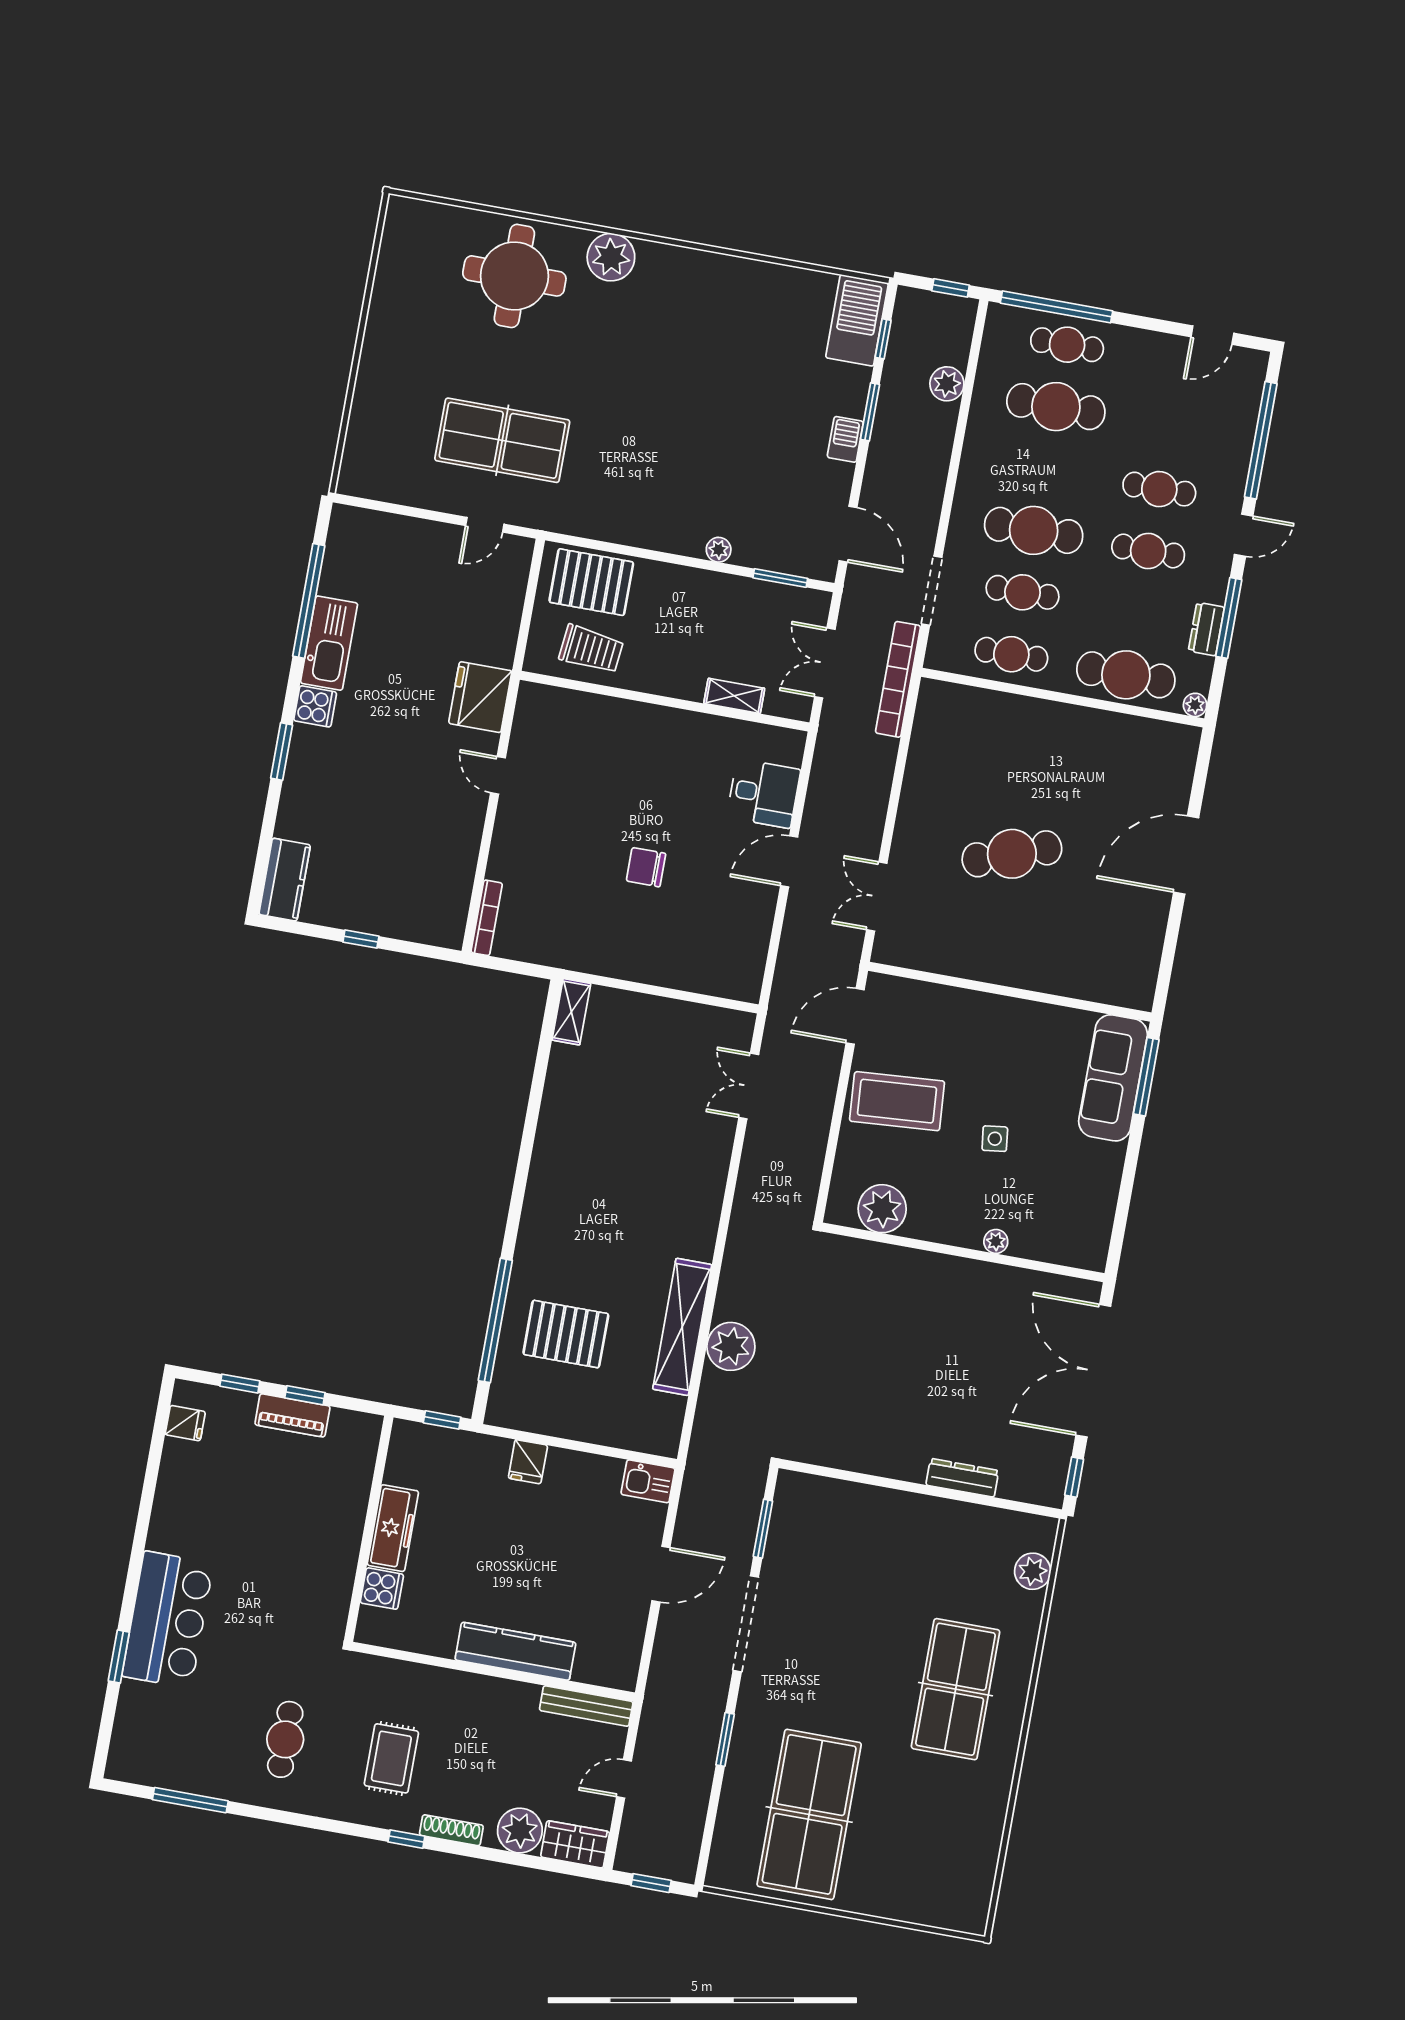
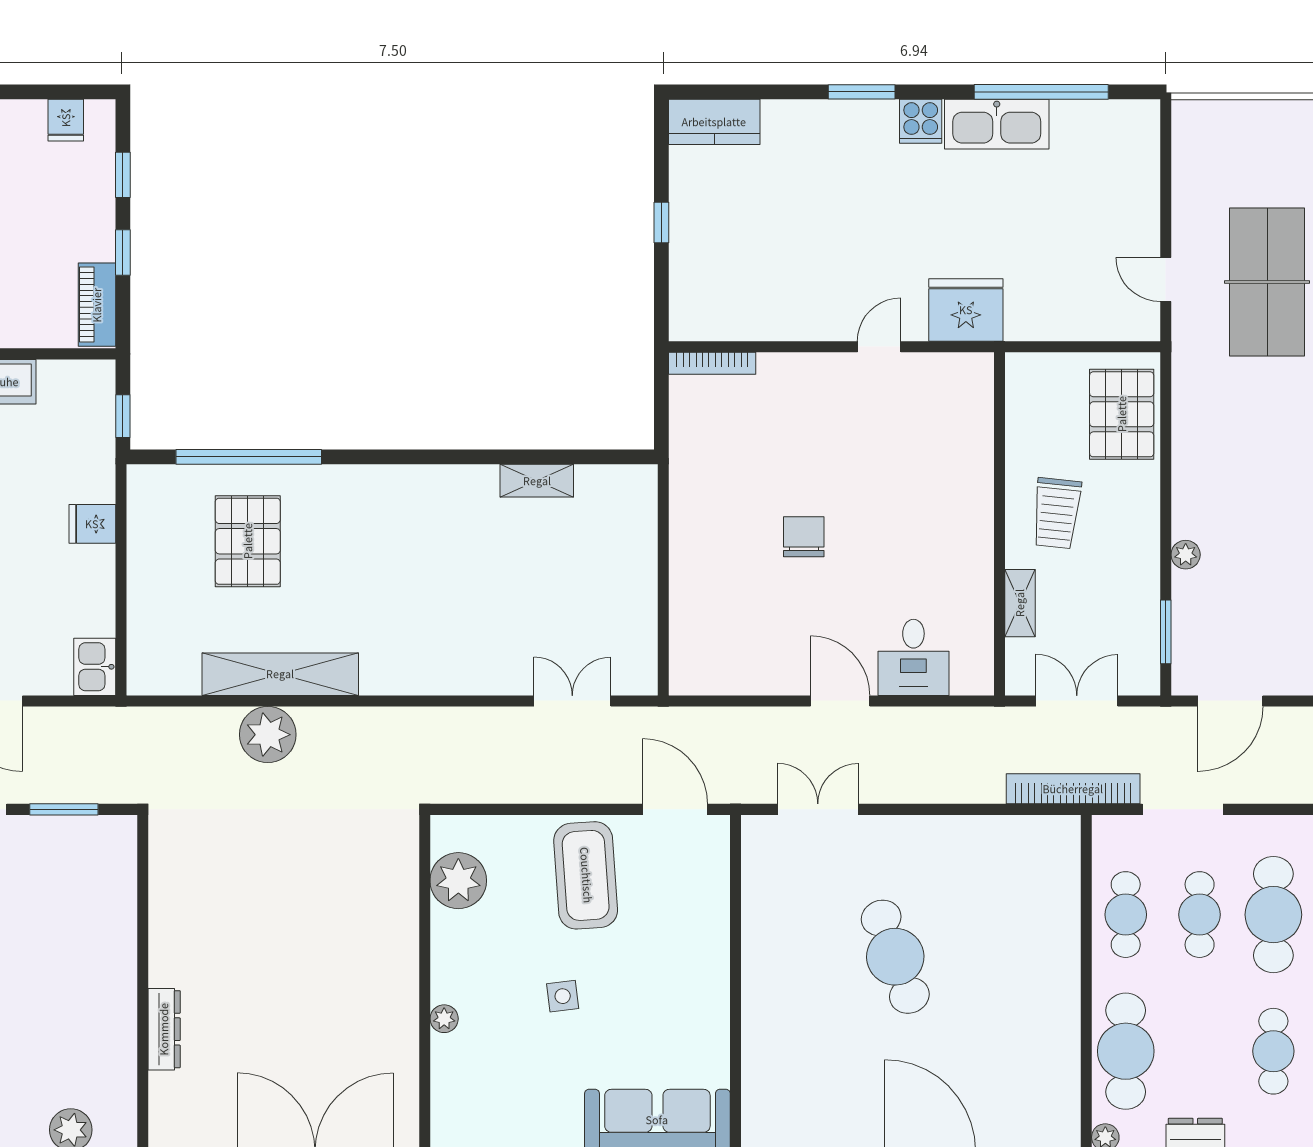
trolley: (591, 649) -> (1057, 513), moved
shelving: (571, 1012) -> (537, 481), moved
piano: (292, 1415) -> (97, 305), moved

